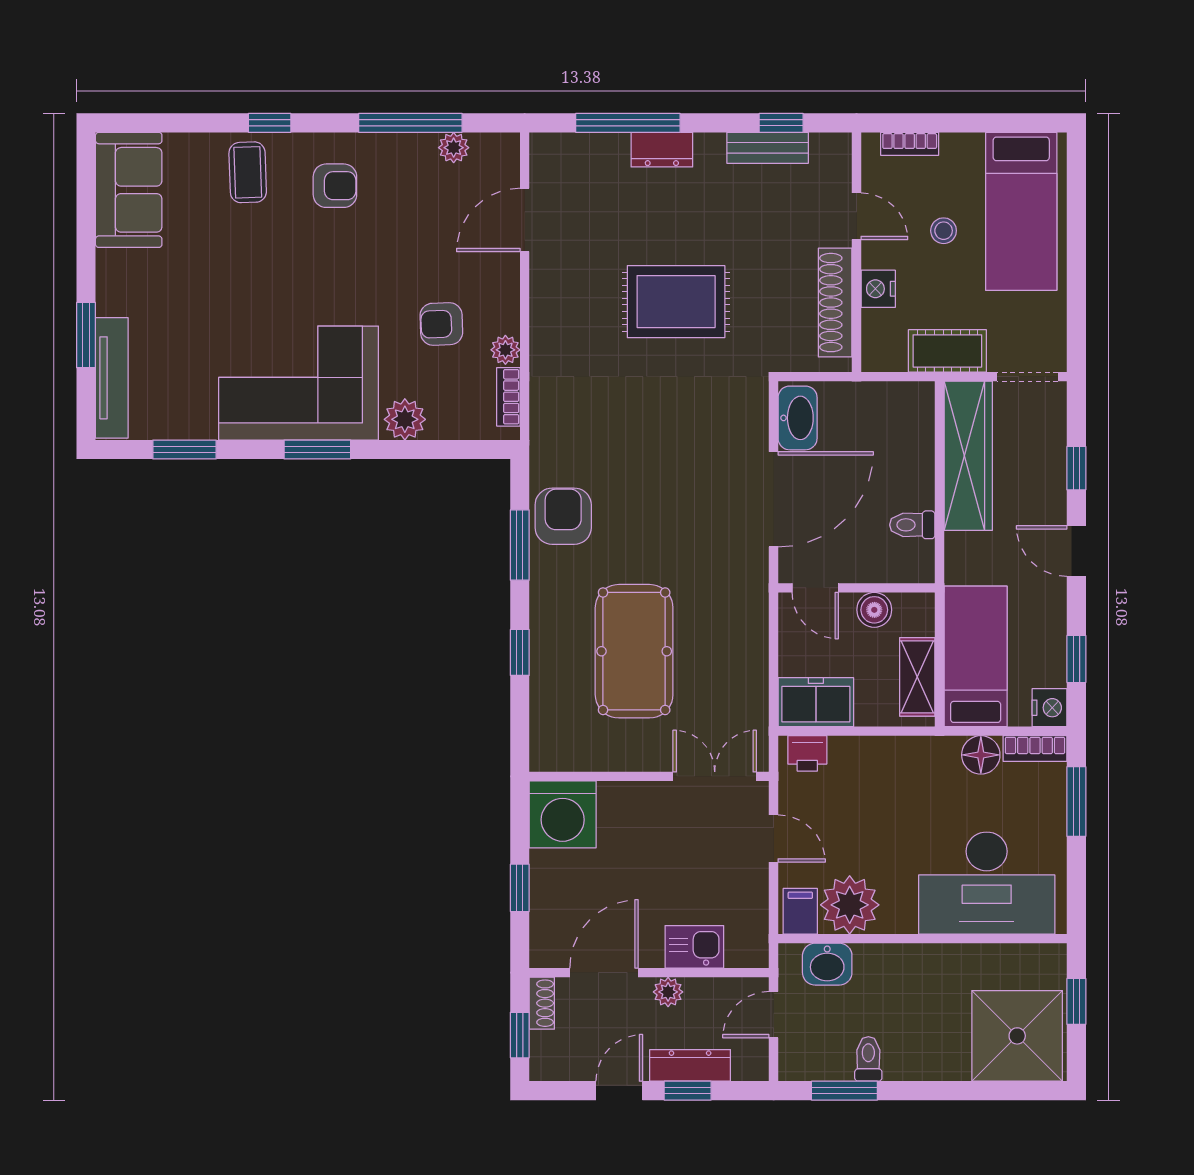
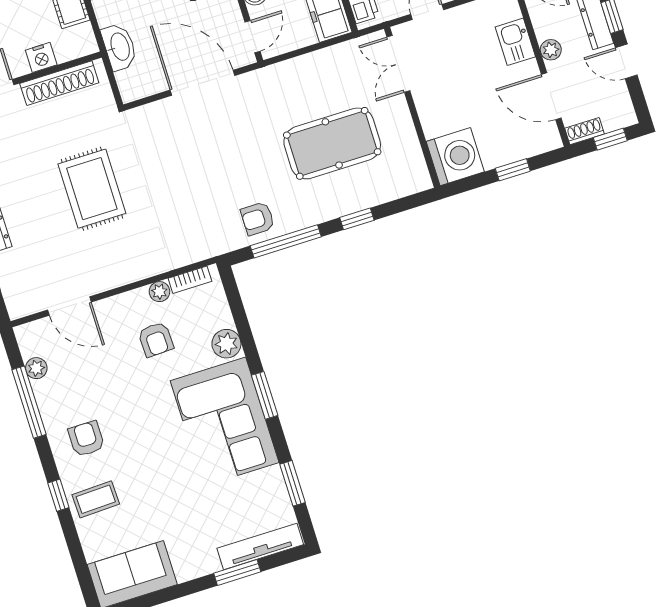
washbasin: (798, 418) -> (119, 47), moved, turned 90
armchair: (563, 516) -> (258, 219), width x0.72, depth x0.72
window: (520, 545) -> (286, 241), width x1.44

